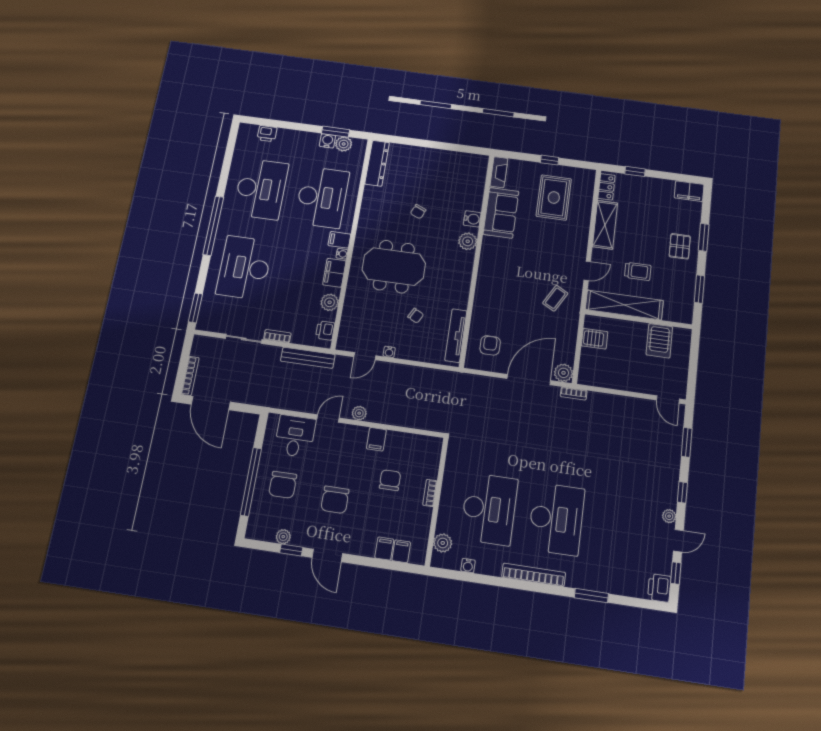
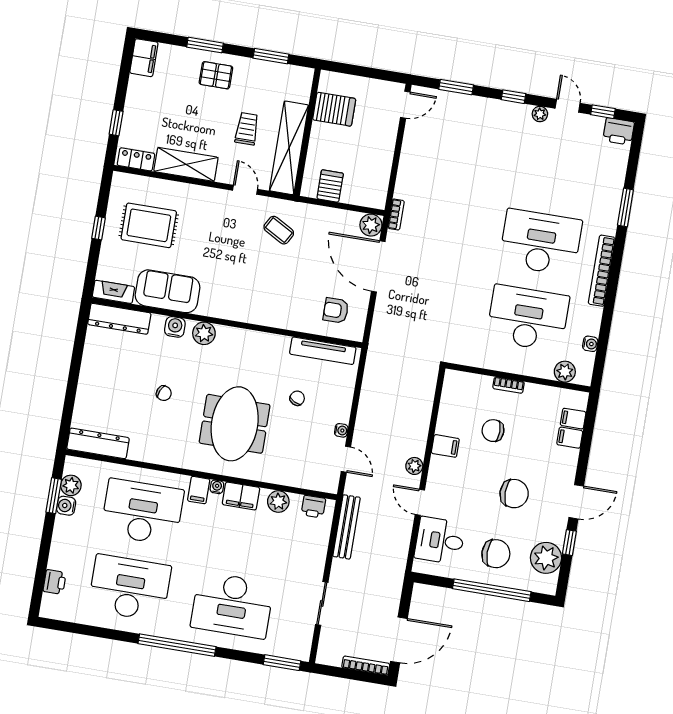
dresser: (477, 177) -> (119, 319), added
bookcase: (277, 336) -> (319, 564), removed
plant: (283, 537) -> (546, 558), width x1.87, depth x1.87

